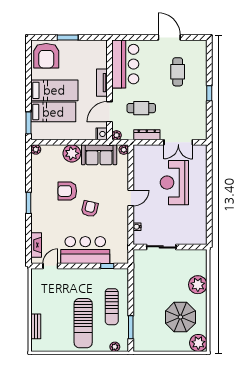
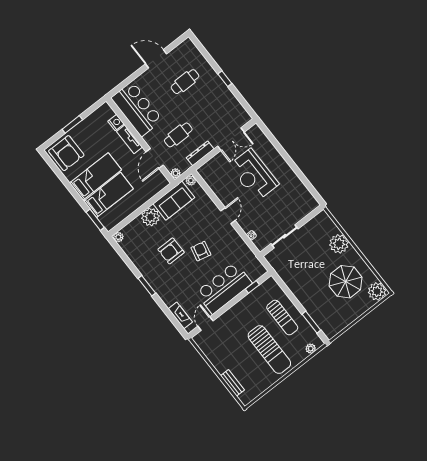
cafe table: (178, 72) -> (185, 82), turned 90
nightstand: (102, 134) -> (116, 123), moved

